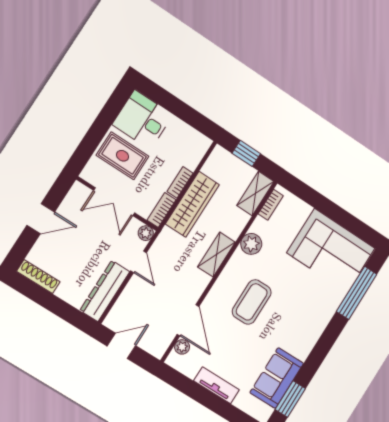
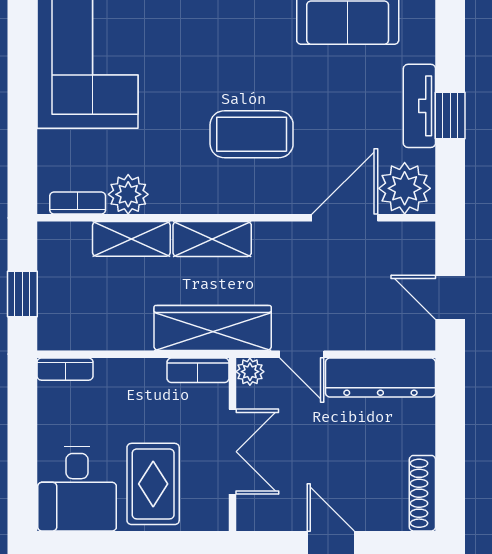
bookcase: (180, 182) -> (65, 369), moved
shelving: (255, 193) -> (131, 239), moved
wardrobe: (192, 204) -> (213, 328), moved
plant: (251, 244) -> (128, 194), moved
door: (139, 262) -> (302, 354), swing flipped
plant: (182, 347) -> (405, 188), width x1.88, depth x1.88
window: (204, 396) -> (450, 115), added

